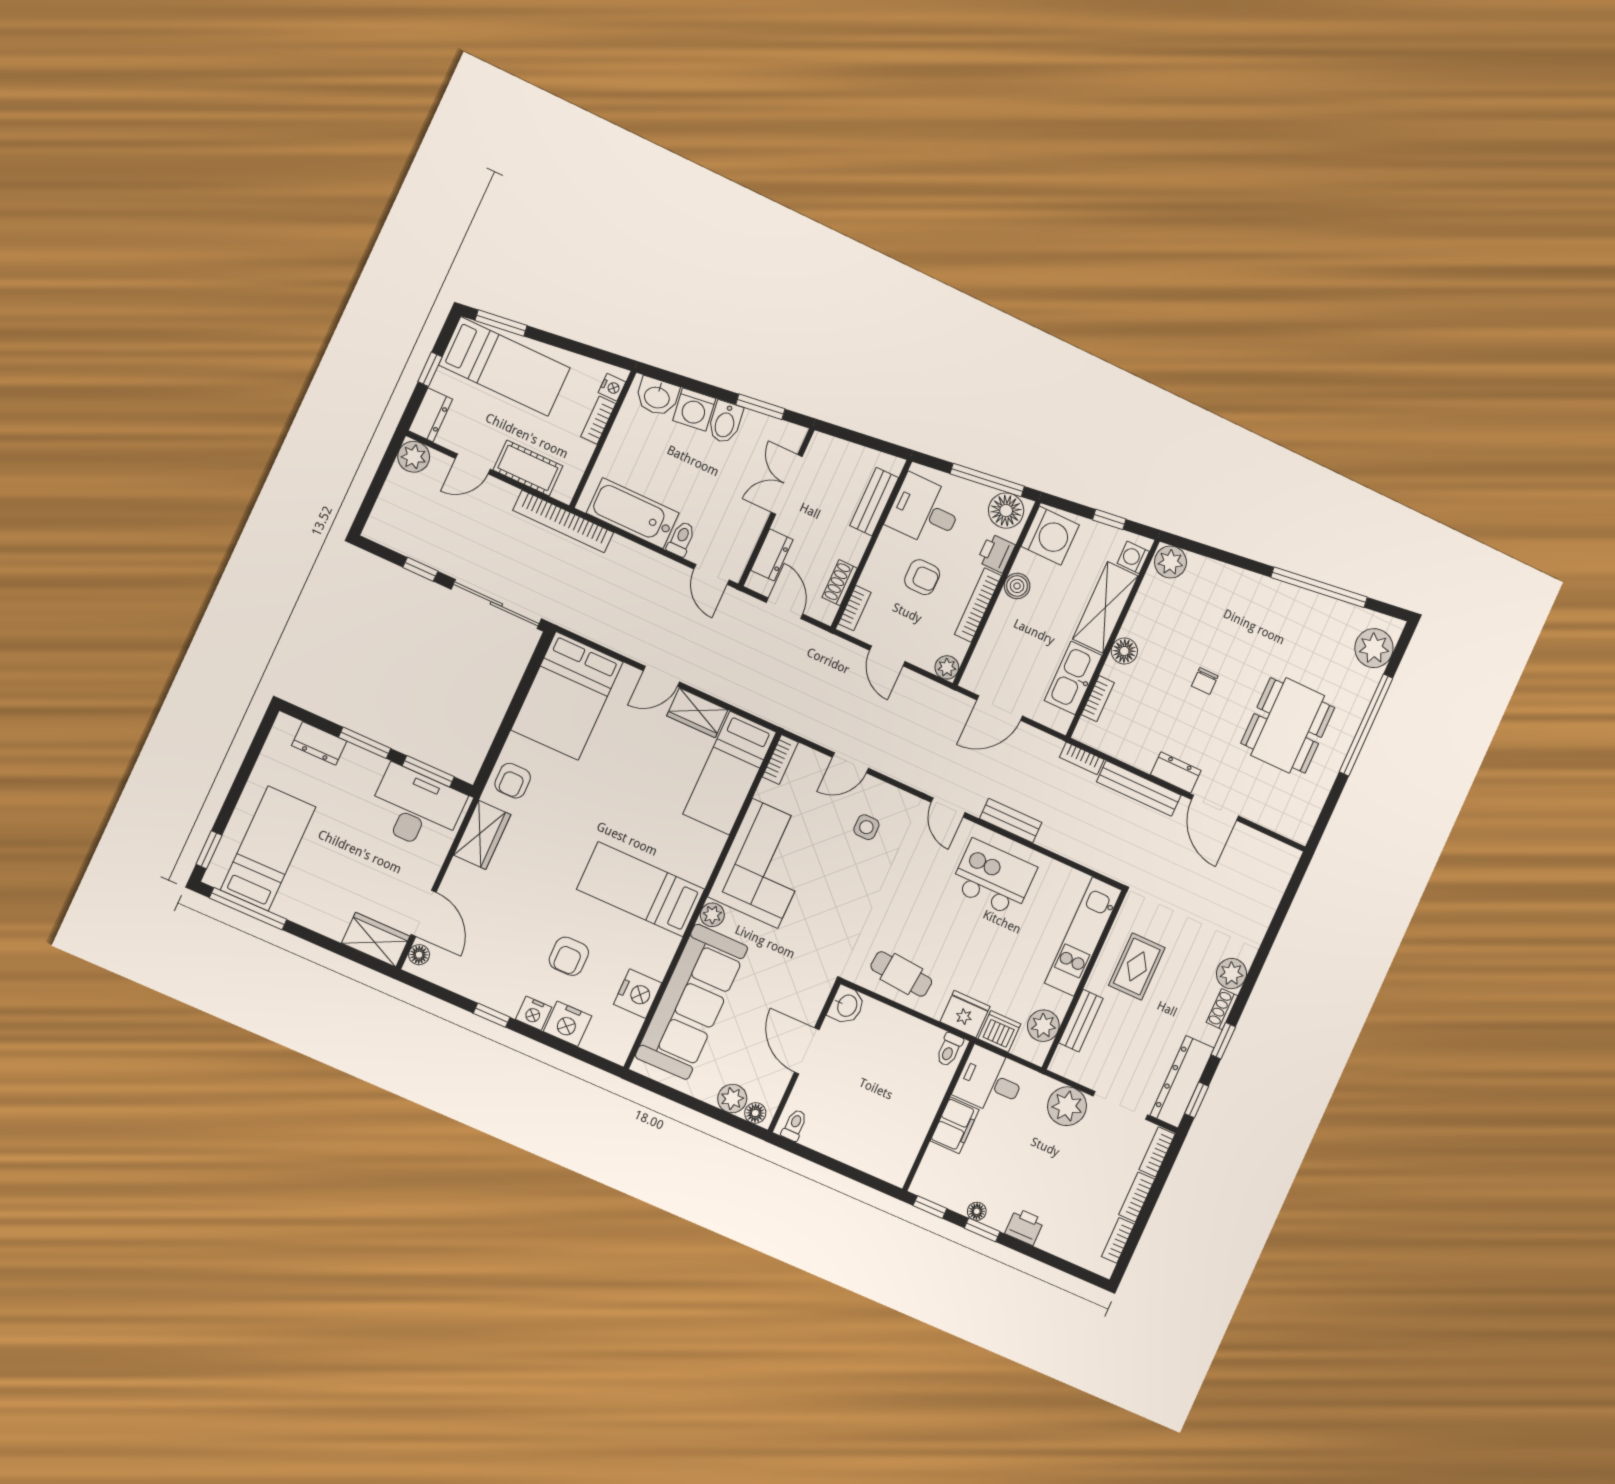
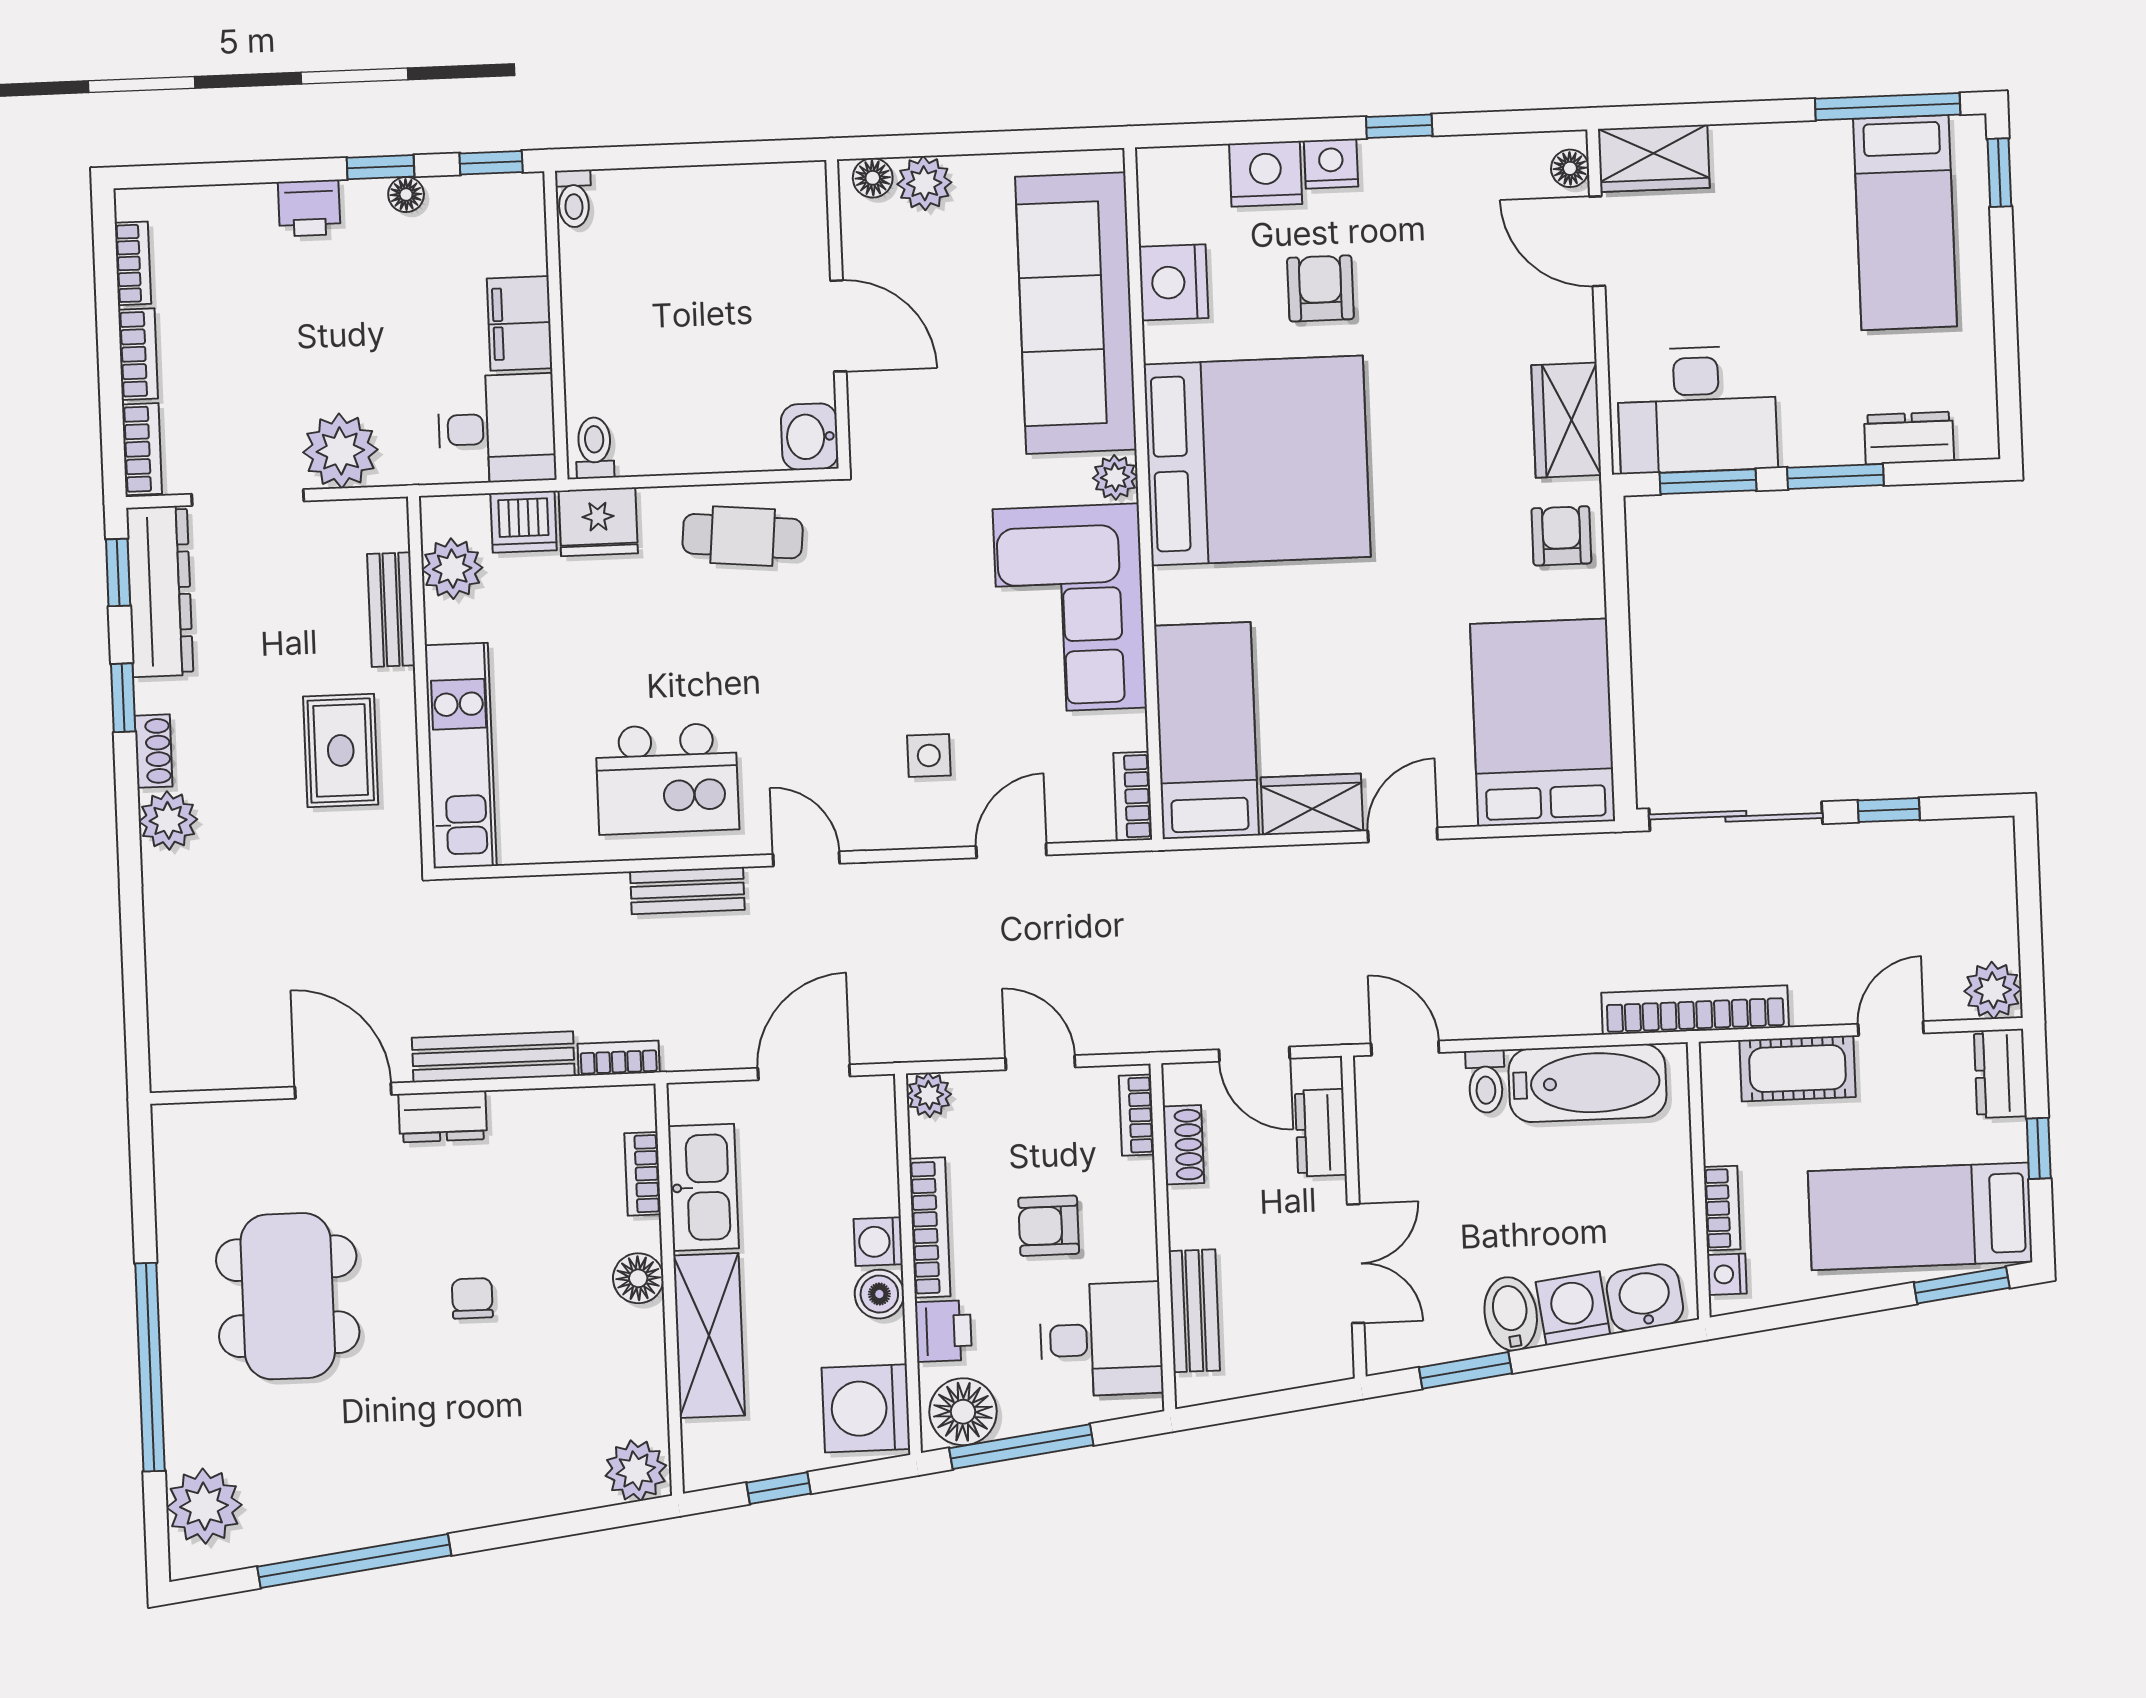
washing machine: (1133, 557) -> (878, 1242), moved, turned 180
bed: (641, 889) -> (1257, 461), width x2.04
toilet: (794, 1125) -> (574, 199), moved

